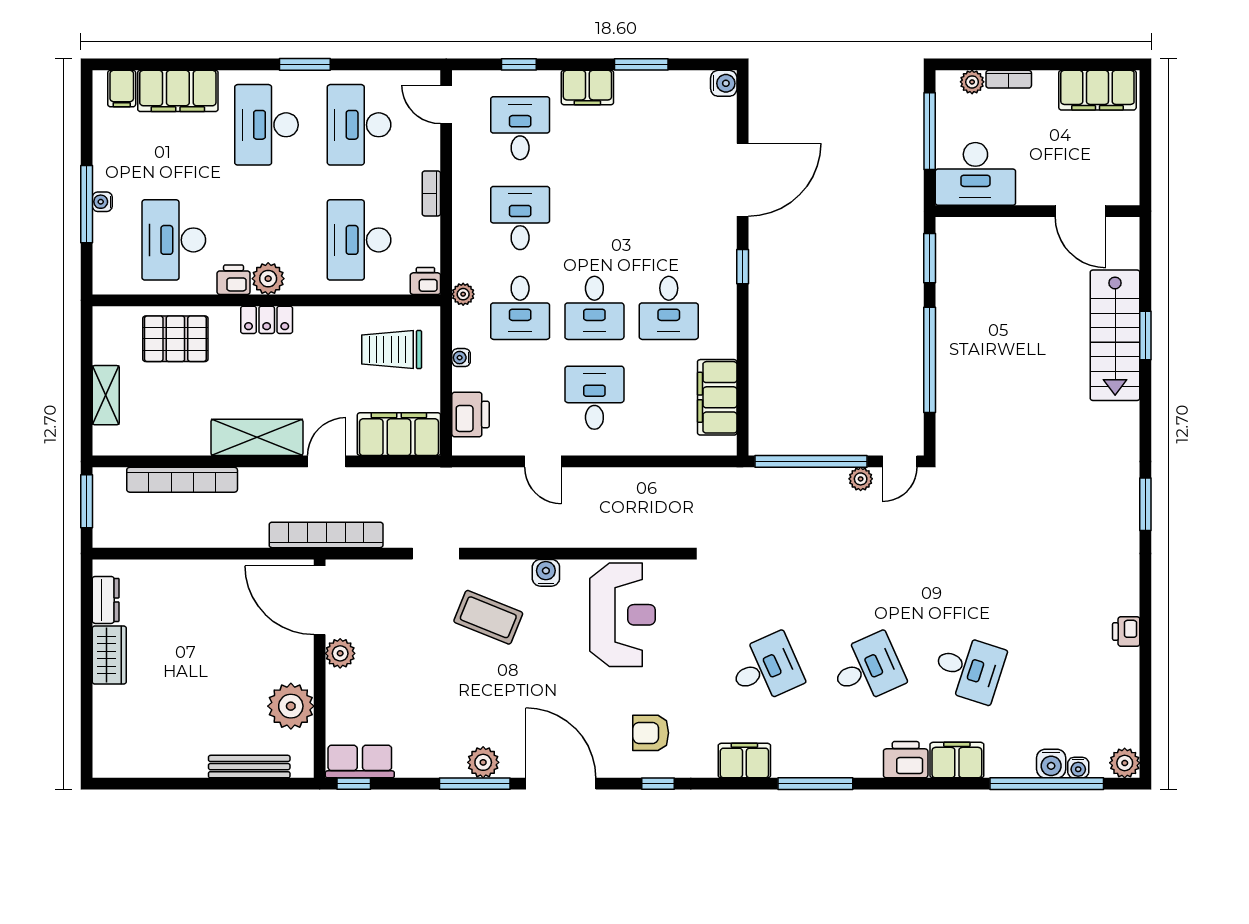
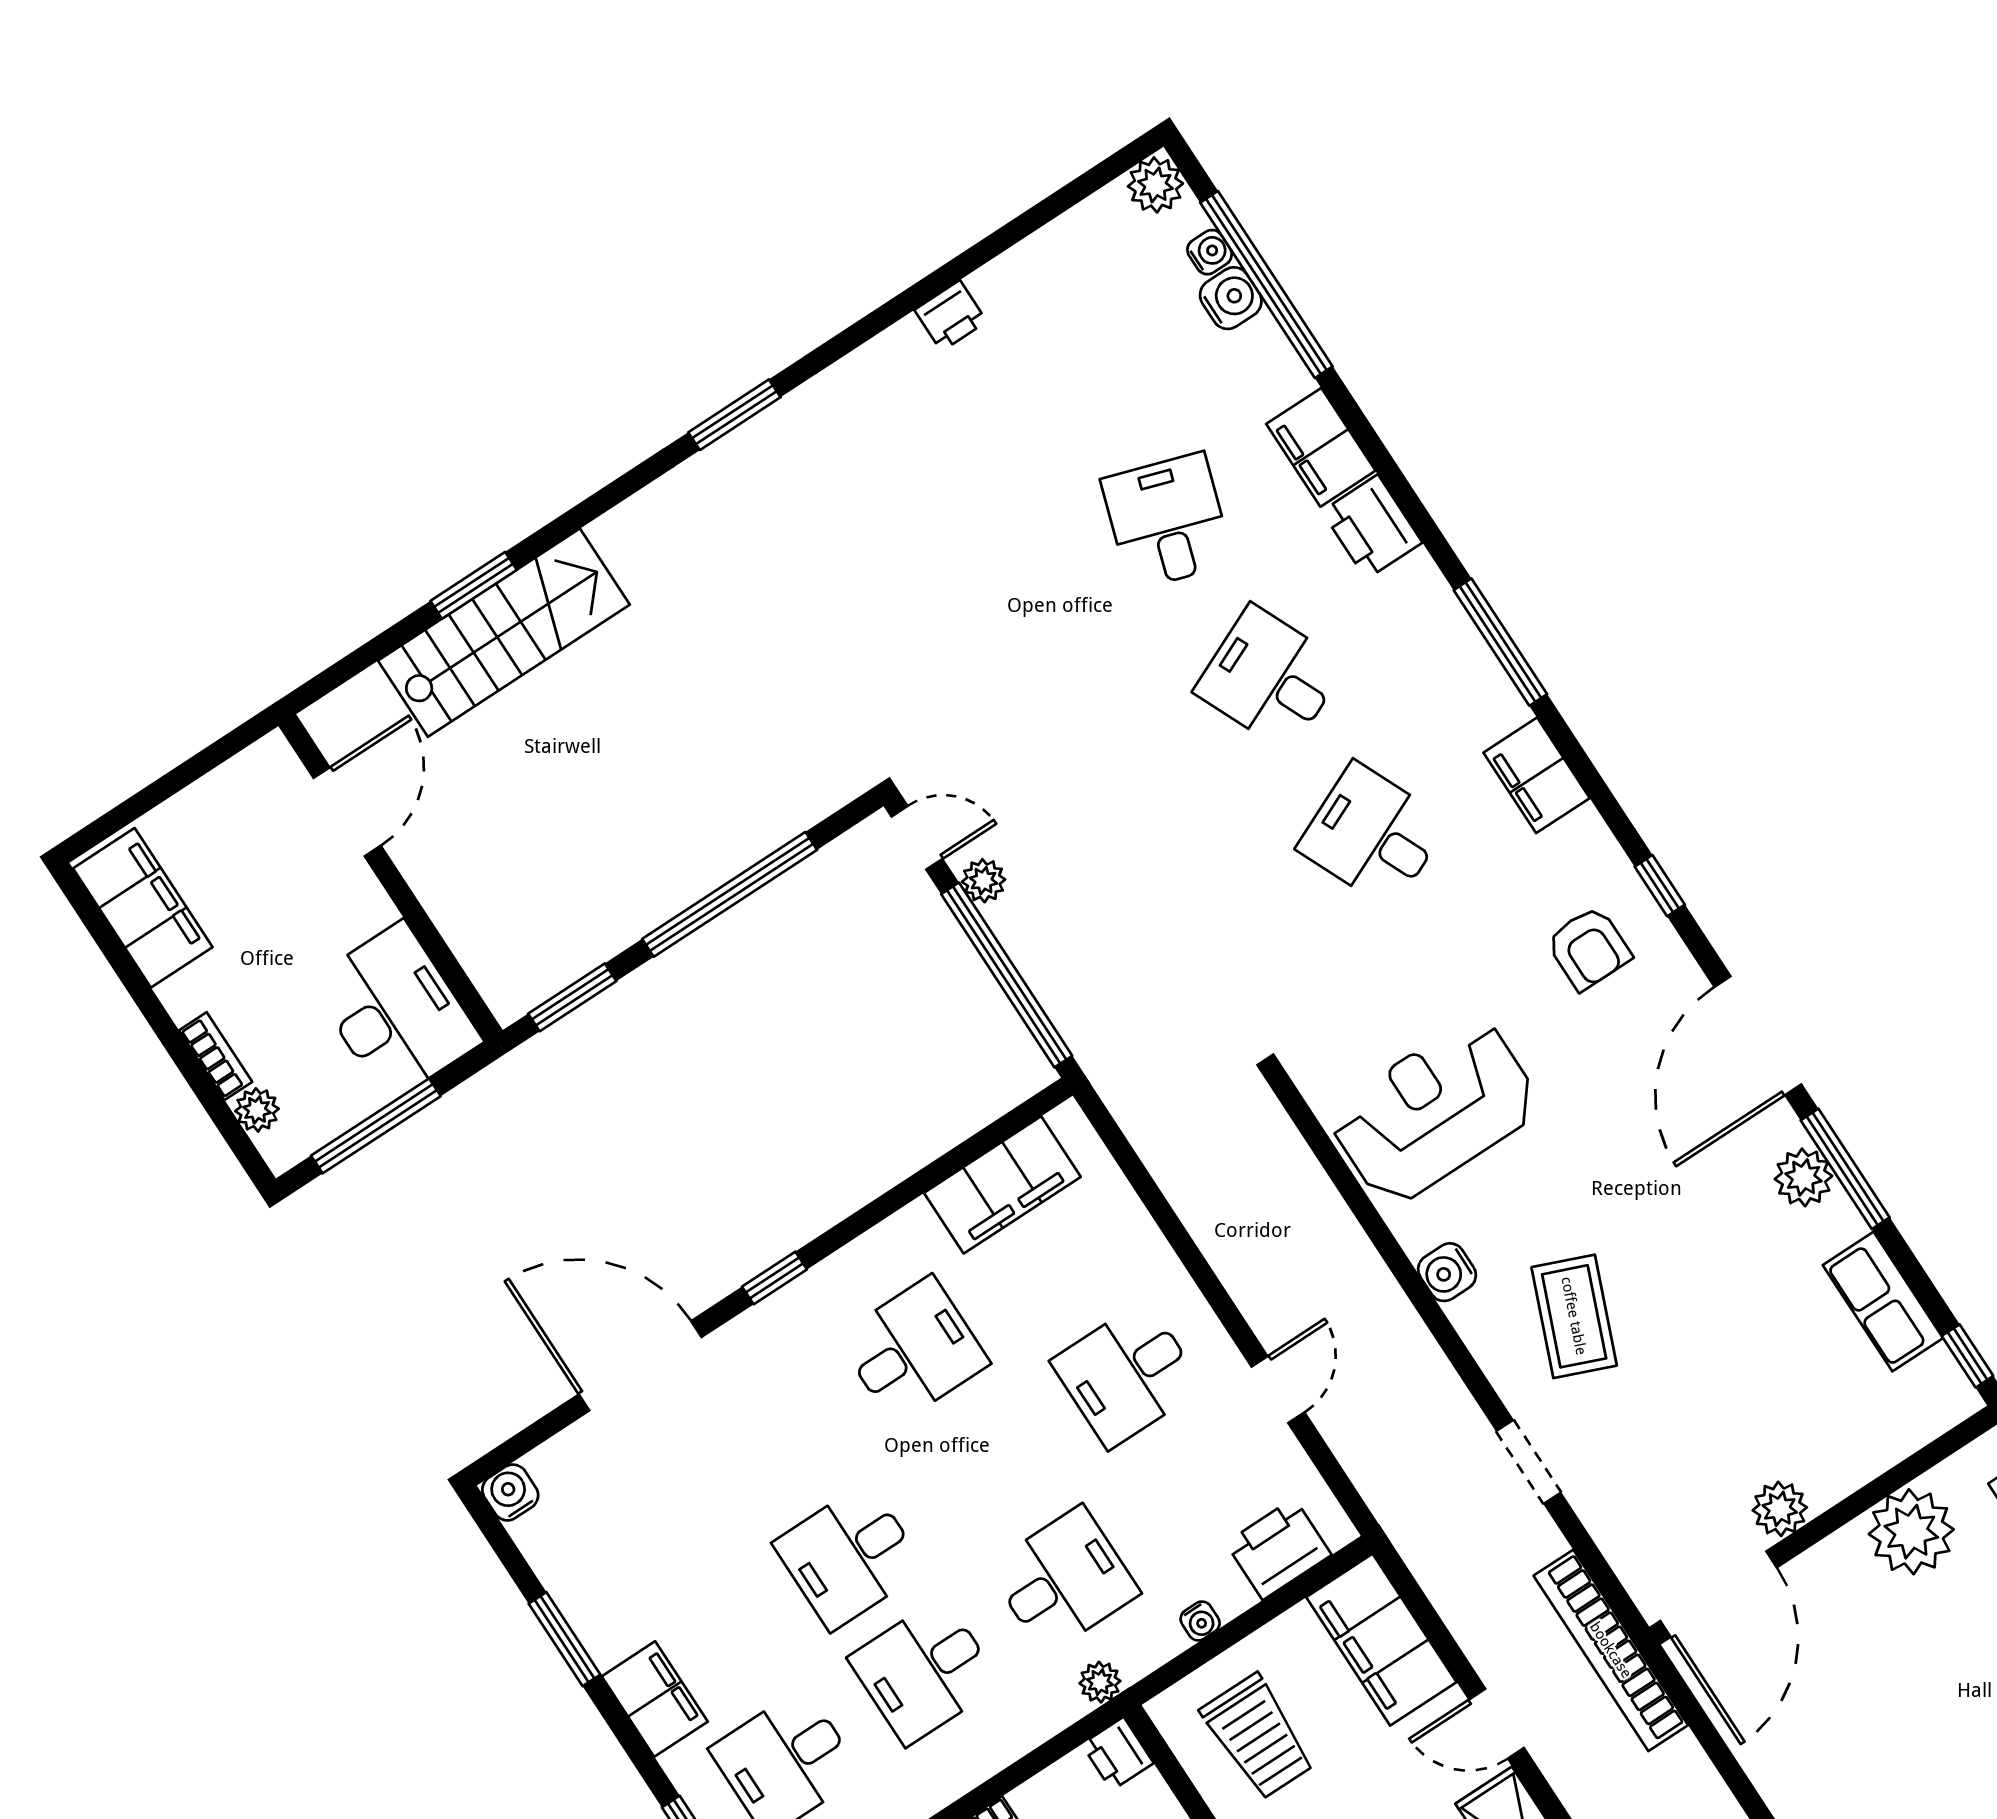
desk: (594, 308) -> (849, 1556), moved, turned 180
row of seats: (360, 762) -> (1883, 1302), moved

